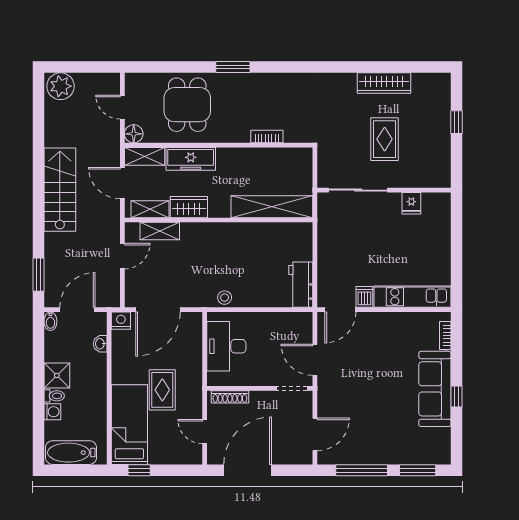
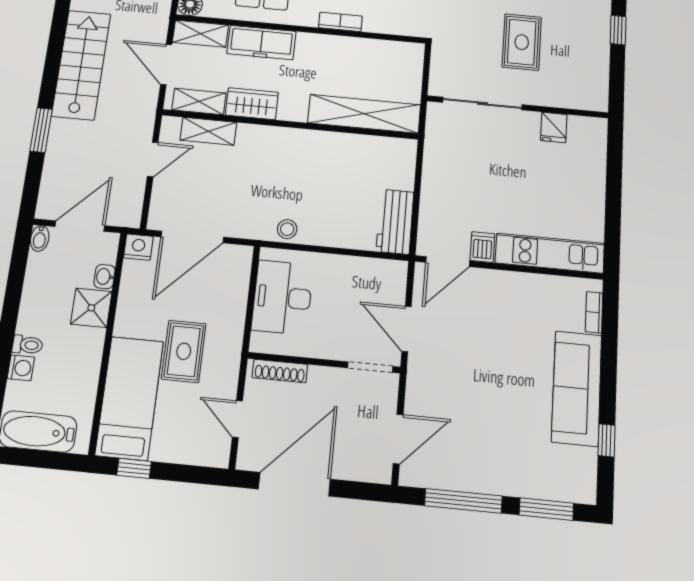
bookcase: (267, 137) -> (340, 22), moved
window: (39, 275) -> (41, 130), moved
shower: (57, 375) -> (91, 308), moved
window: (457, 397) -> (607, 440), moved

